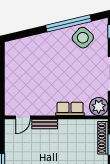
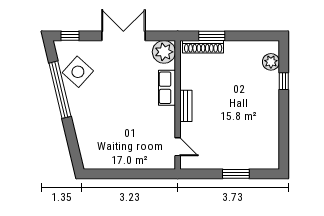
bench: (45, 124) -> (186, 106), moved

